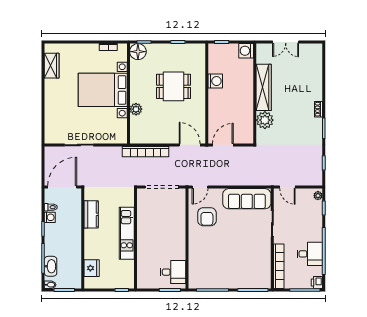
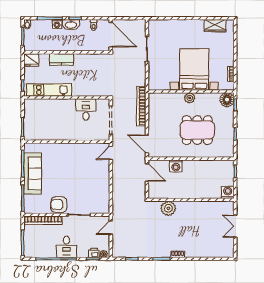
washing machine: (215, 81) -> (176, 166), moved
dining table: (174, 86) -> (197, 130), width x1.37
wardrobe: (264, 87) -> (196, 207), removed
plant: (136, 109) -> (190, 98), moved
door: (190, 145) -> (147, 144), swing flipped
door: (200, 187) -> (111, 153), hinge flipped
sofa: (247, 199) -> (33, 173), moved, turned 180
kitchen counter: (91, 214) -> (61, 59), moved
washing machine: (50, 217) -> (57, 24), moved
armchair: (207, 217) -> (59, 205), moved
kitchen unit: (127, 233) -> (49, 90), moved
desk: (310, 254) -> (66, 247), moved
washbasin: (51, 266) -> (71, 25), moved
fridge: (92, 268) -> (31, 60), moved
desk: (173, 272) -> (86, 109), moved, turned 180
printer: (317, 283) -> (94, 253), moved

